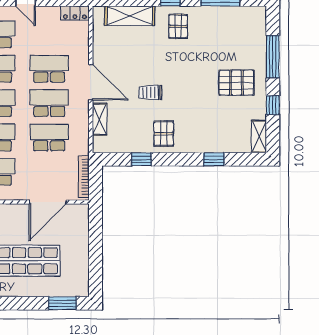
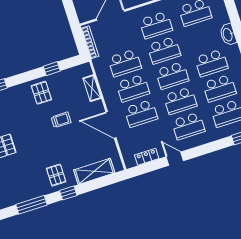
locker: (75, 13) -> (147, 157), moved
door: (91, 82) -> (111, 125), moved

